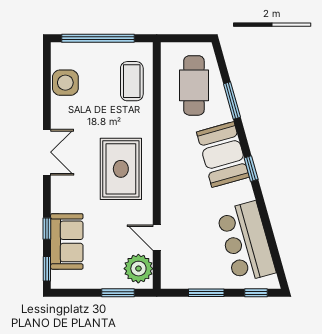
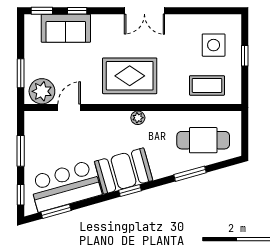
window: (98, 38) -> (245, 56), width x0.32
side table: (65, 83) -> (214, 45), moved
booth: (223, 154) -> (124, 171), moved
plant: (168, 160) -> (138, 118), added
window: (275, 253) -> (56, 211), added

